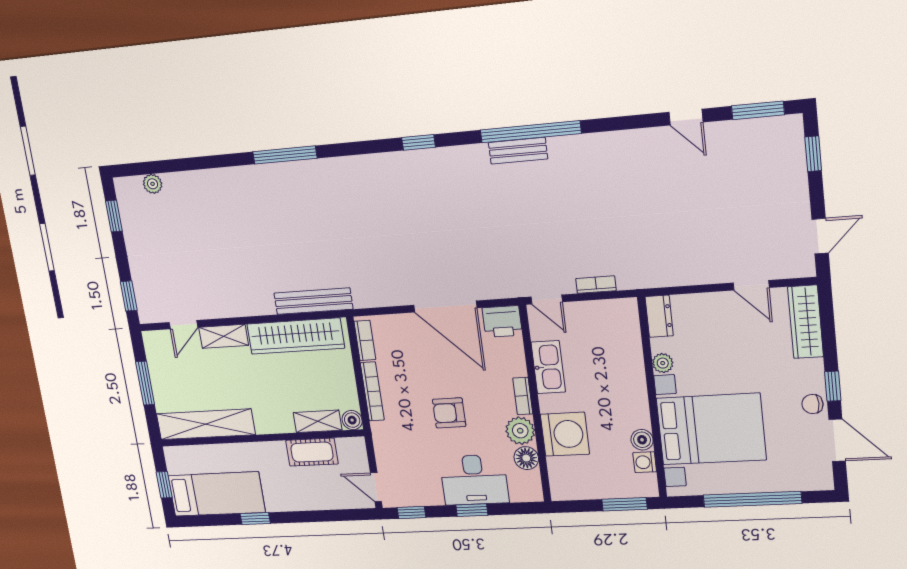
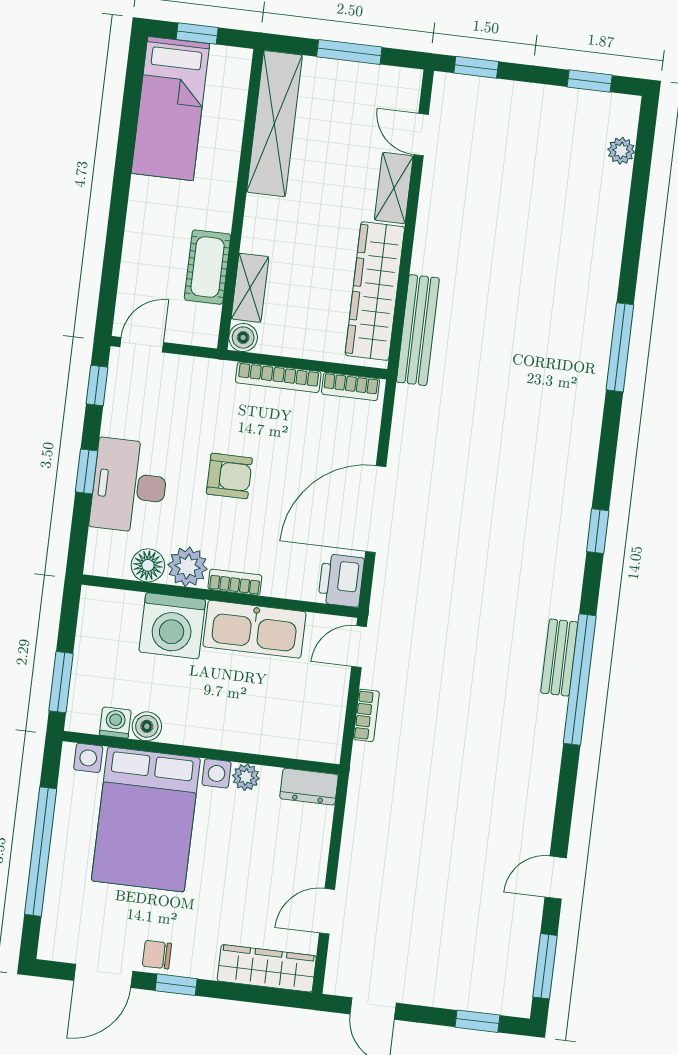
kitchen sink: (548, 367) -> (254, 629), width x1.36, depth x1.24
chair: (812, 404) -> (157, 955), turned -90
armchair: (449, 413) -> (229, 476), turned 90
window: (255, 519) -> (125, 155), removed

